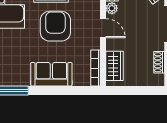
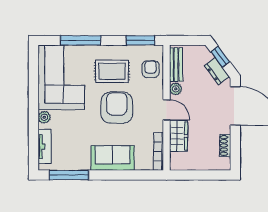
wardrobe: (114, 66) -> (179, 136), moved

